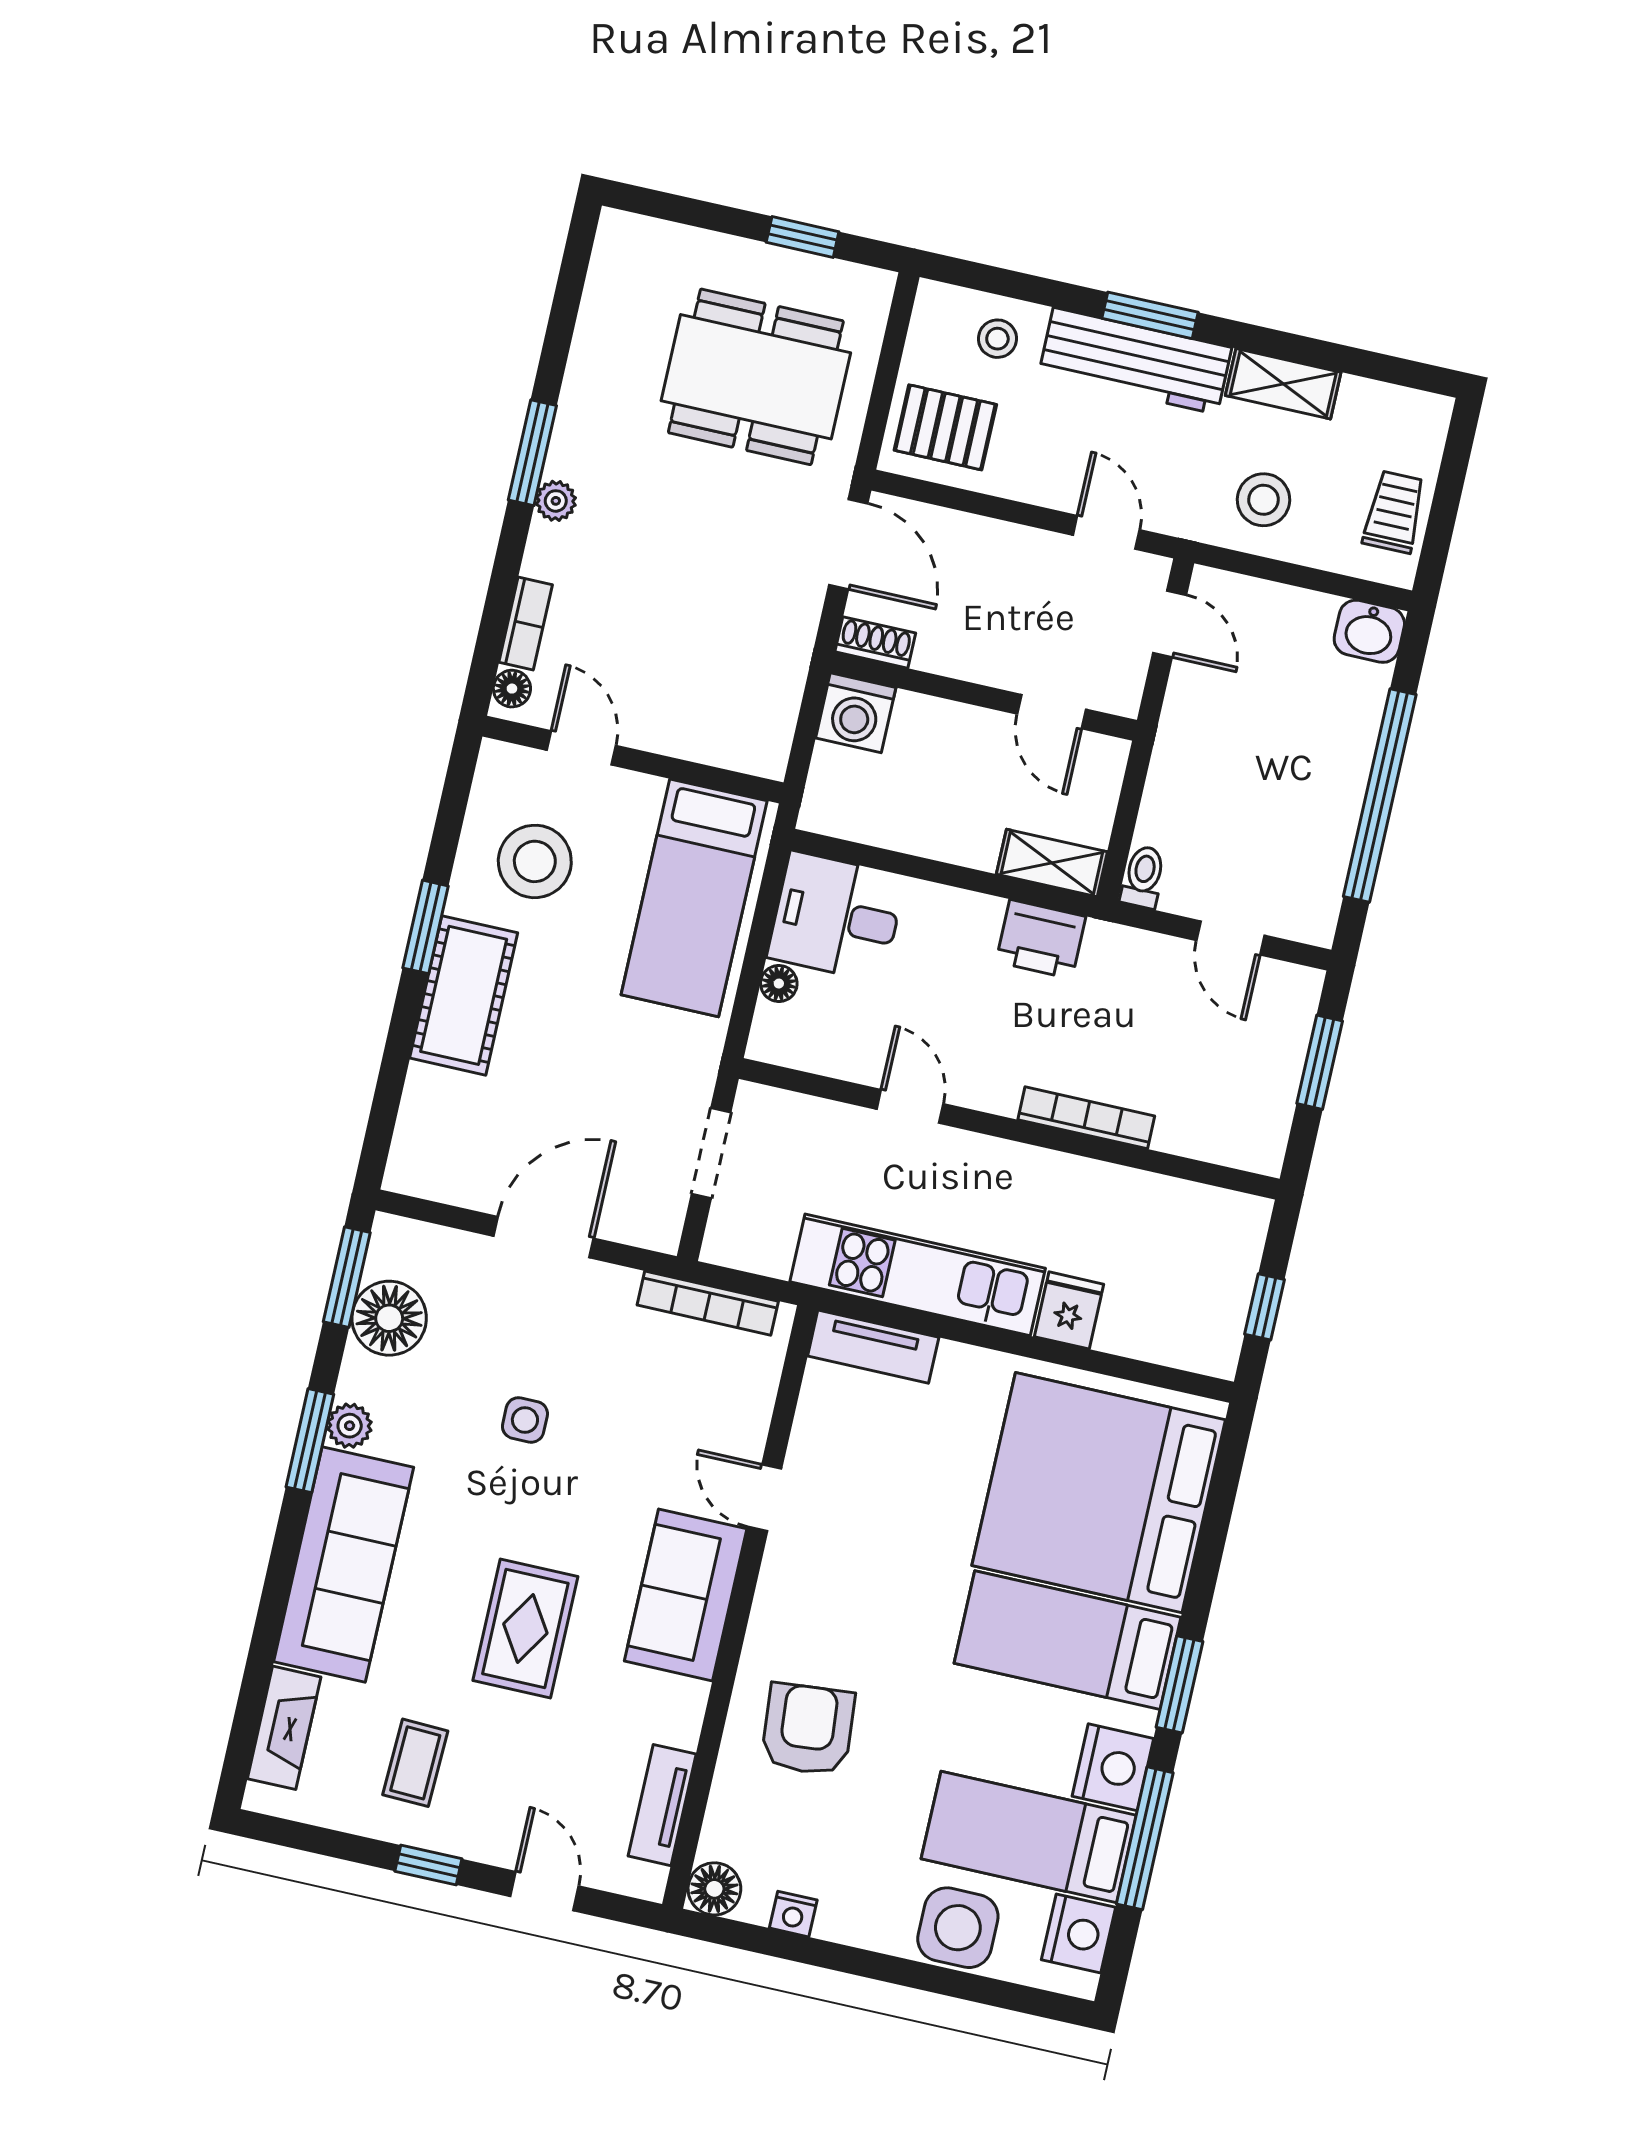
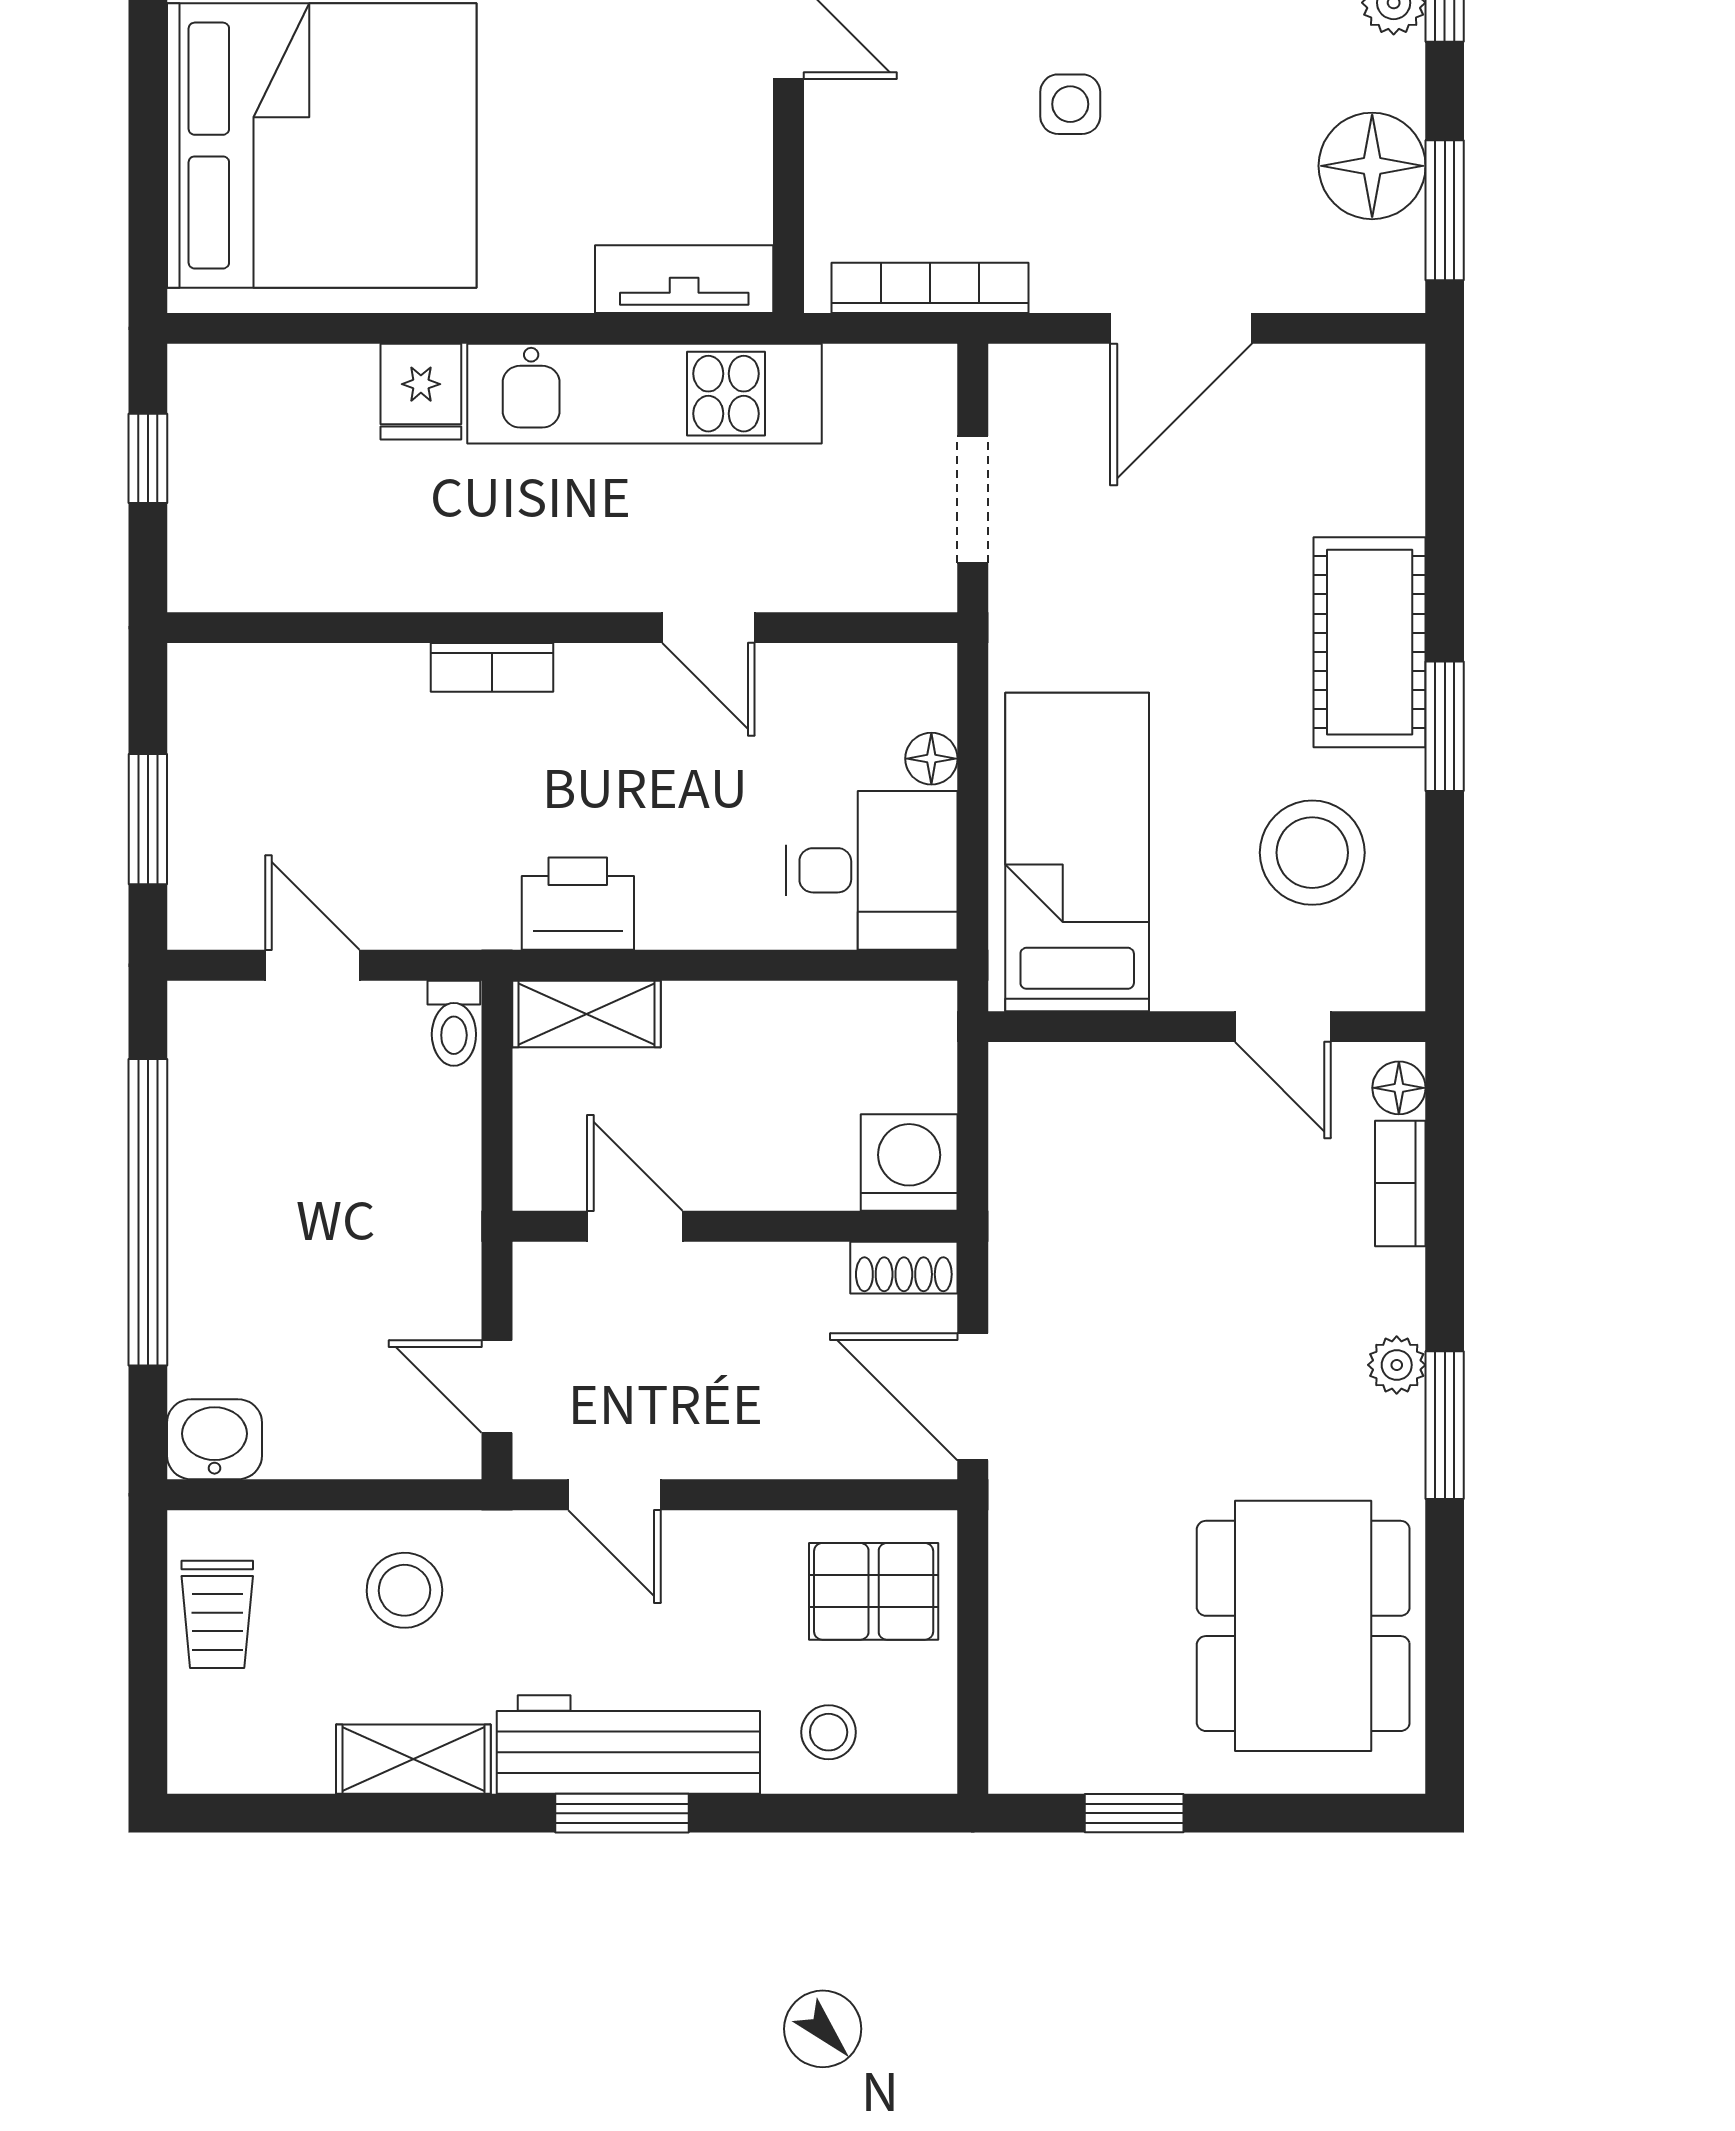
dining table: (756, 377) -> (1303, 1626), moved, turned 90
bookcase: (1086, 1118) -> (492, 667), width x0.64
side table: (525, 1420) -> (1070, 104), moved

